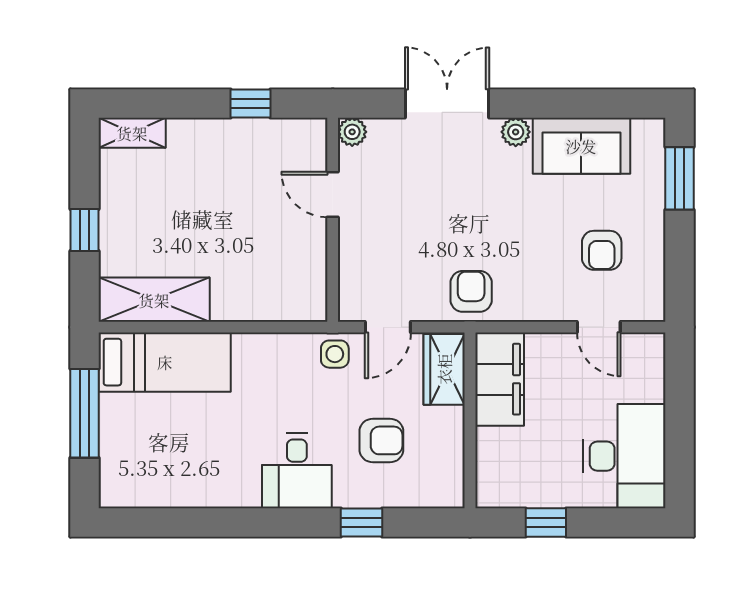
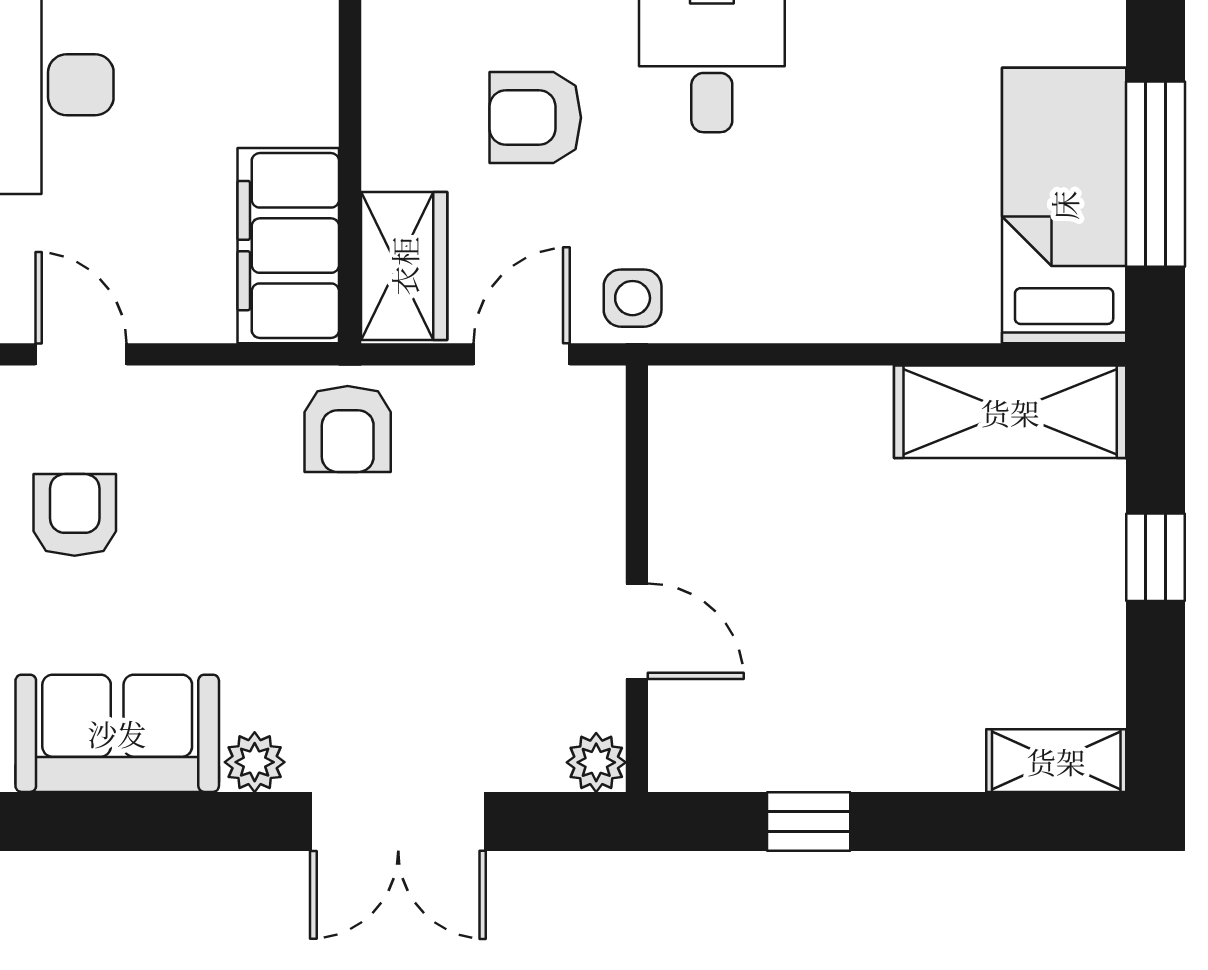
bed: (165, 362) -> (1064, 205), moved, turned 90

